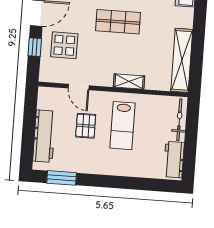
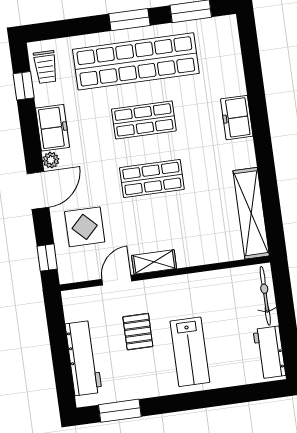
window: (35, 47) -> (47, 258), moved
shelving: (129, 81) -> (154, 262), moved
door: (79, 87) -> (117, 280), swing flipped
lab bench: (122, 126) -> (190, 352), moved

